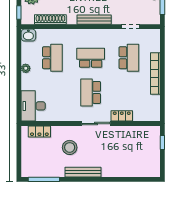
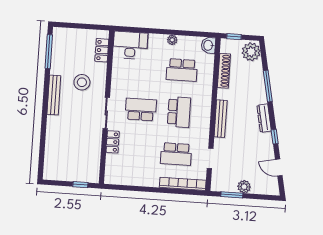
bookcase: (155, 74) -> (183, 184), moved

